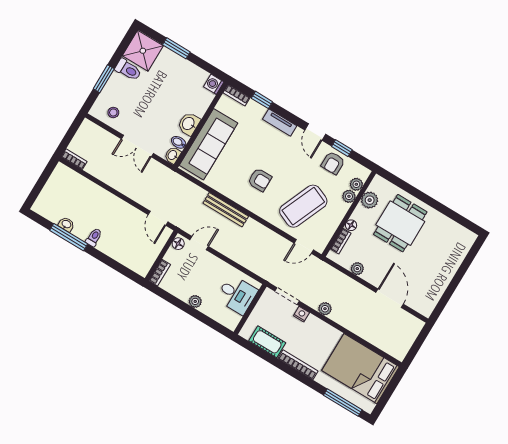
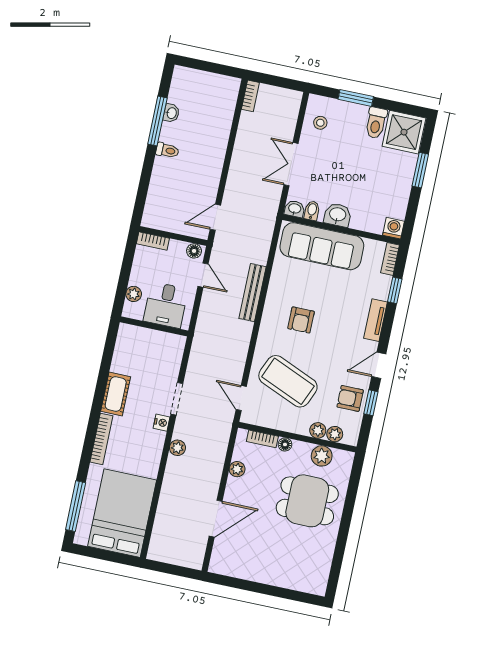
desk: (237, 295) -> (166, 305), moved
wall: (250, 309) -> (154, 326), moved

